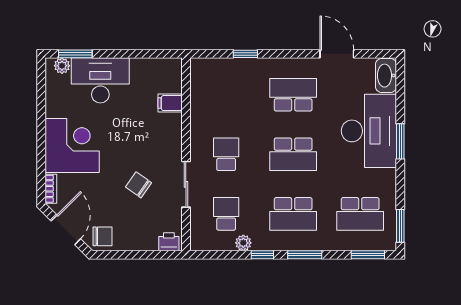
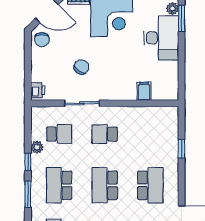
school desk: (226, 154) -> (105, 134), turned 180

